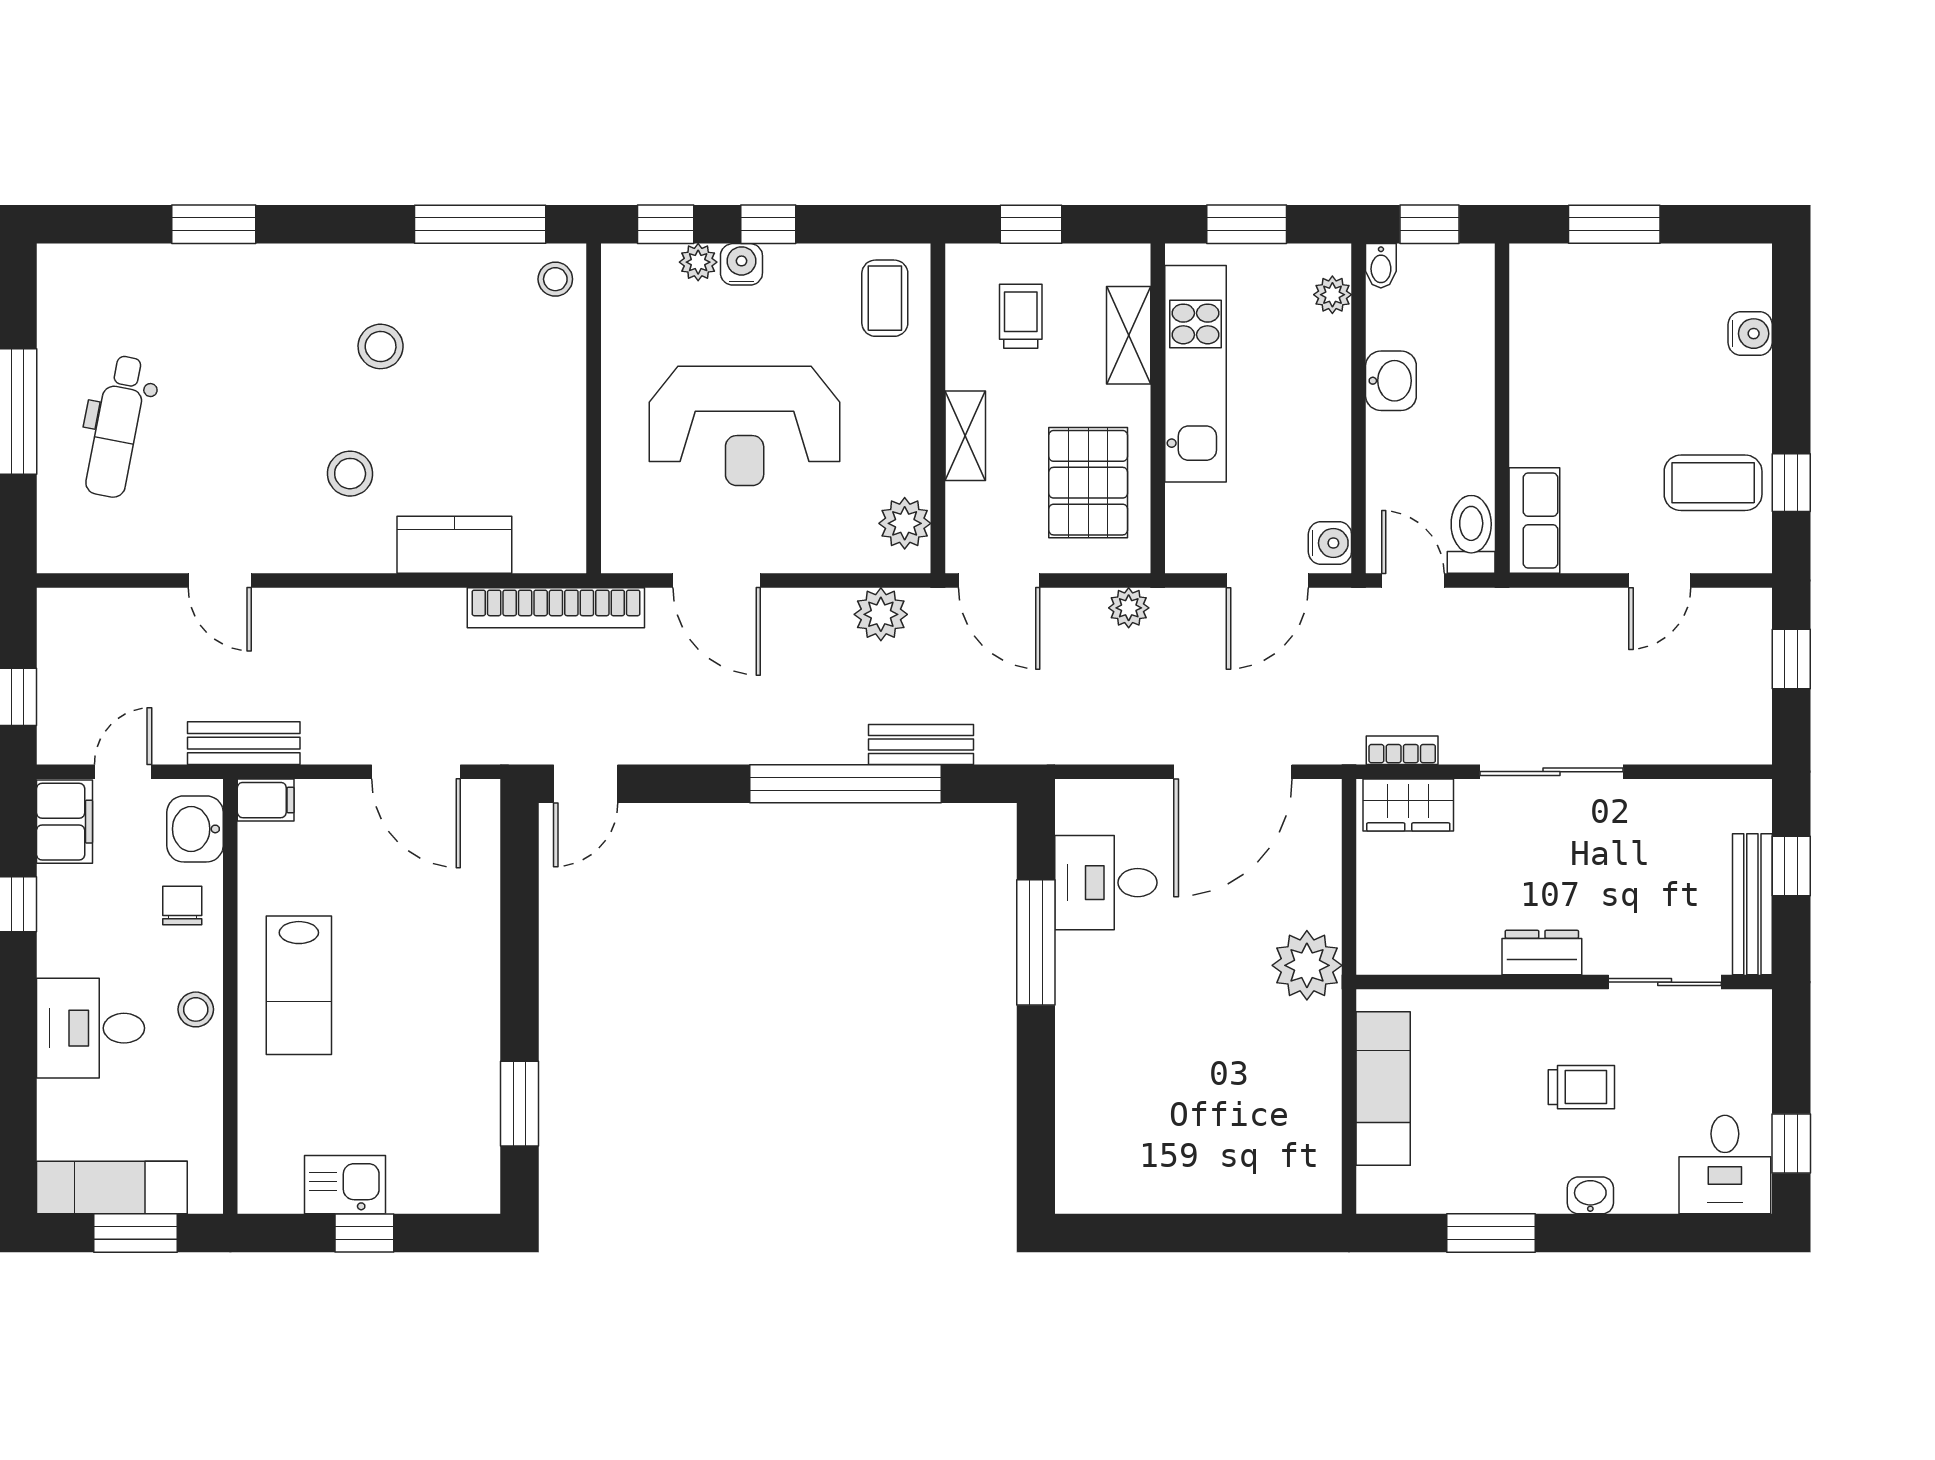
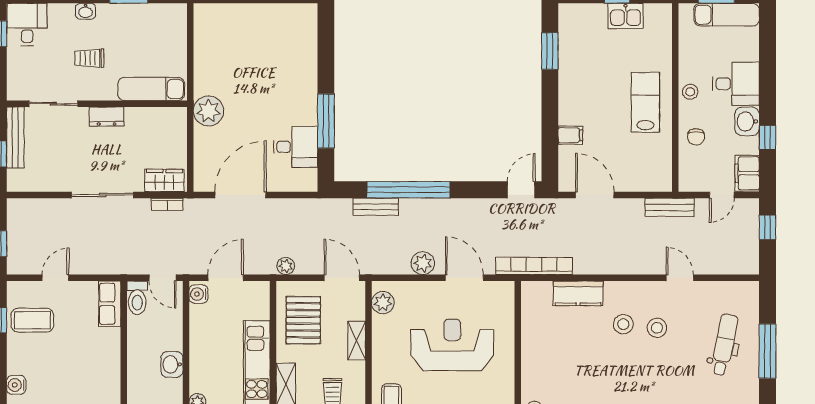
stool: (381, 346) -> (657, 328), moved
plant: (881, 614) -> (423, 263), moved
filing cabinet: (266, 800) -> (570, 135), moved, turned 180
washbasin: (195, 829) -> (747, 121), moved, turned 180
exam couch: (1383, 1089) -> (151, 89), moved, turned 90

